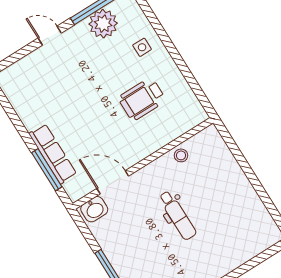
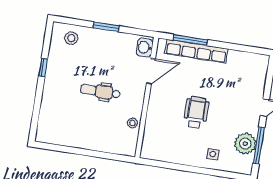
wheelchair: (142, 99) -> (196, 112), moved
row of seats: (53, 154) -> (196, 51), width x1.36

